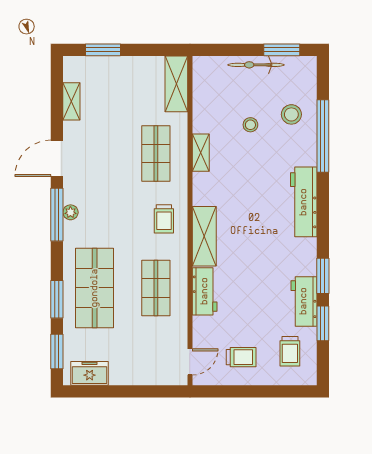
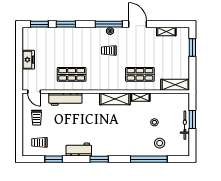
window: (282, 50) -> (192, 120), moved
workbench: (304, 202) -> (115, 149), removed
trolley: (164, 219) -> (109, 51), moved
shelving: (204, 236) -> (115, 99), moved
window: (323, 276) -> (99, 159), moved
shop shelf: (95, 288) -> (72, 43), removed
workbench: (205, 291) -> (65, 99), width x1.38
workbench: (304, 301) -> (79, 150), moved
freezer: (90, 373) -> (28, 60), moved

